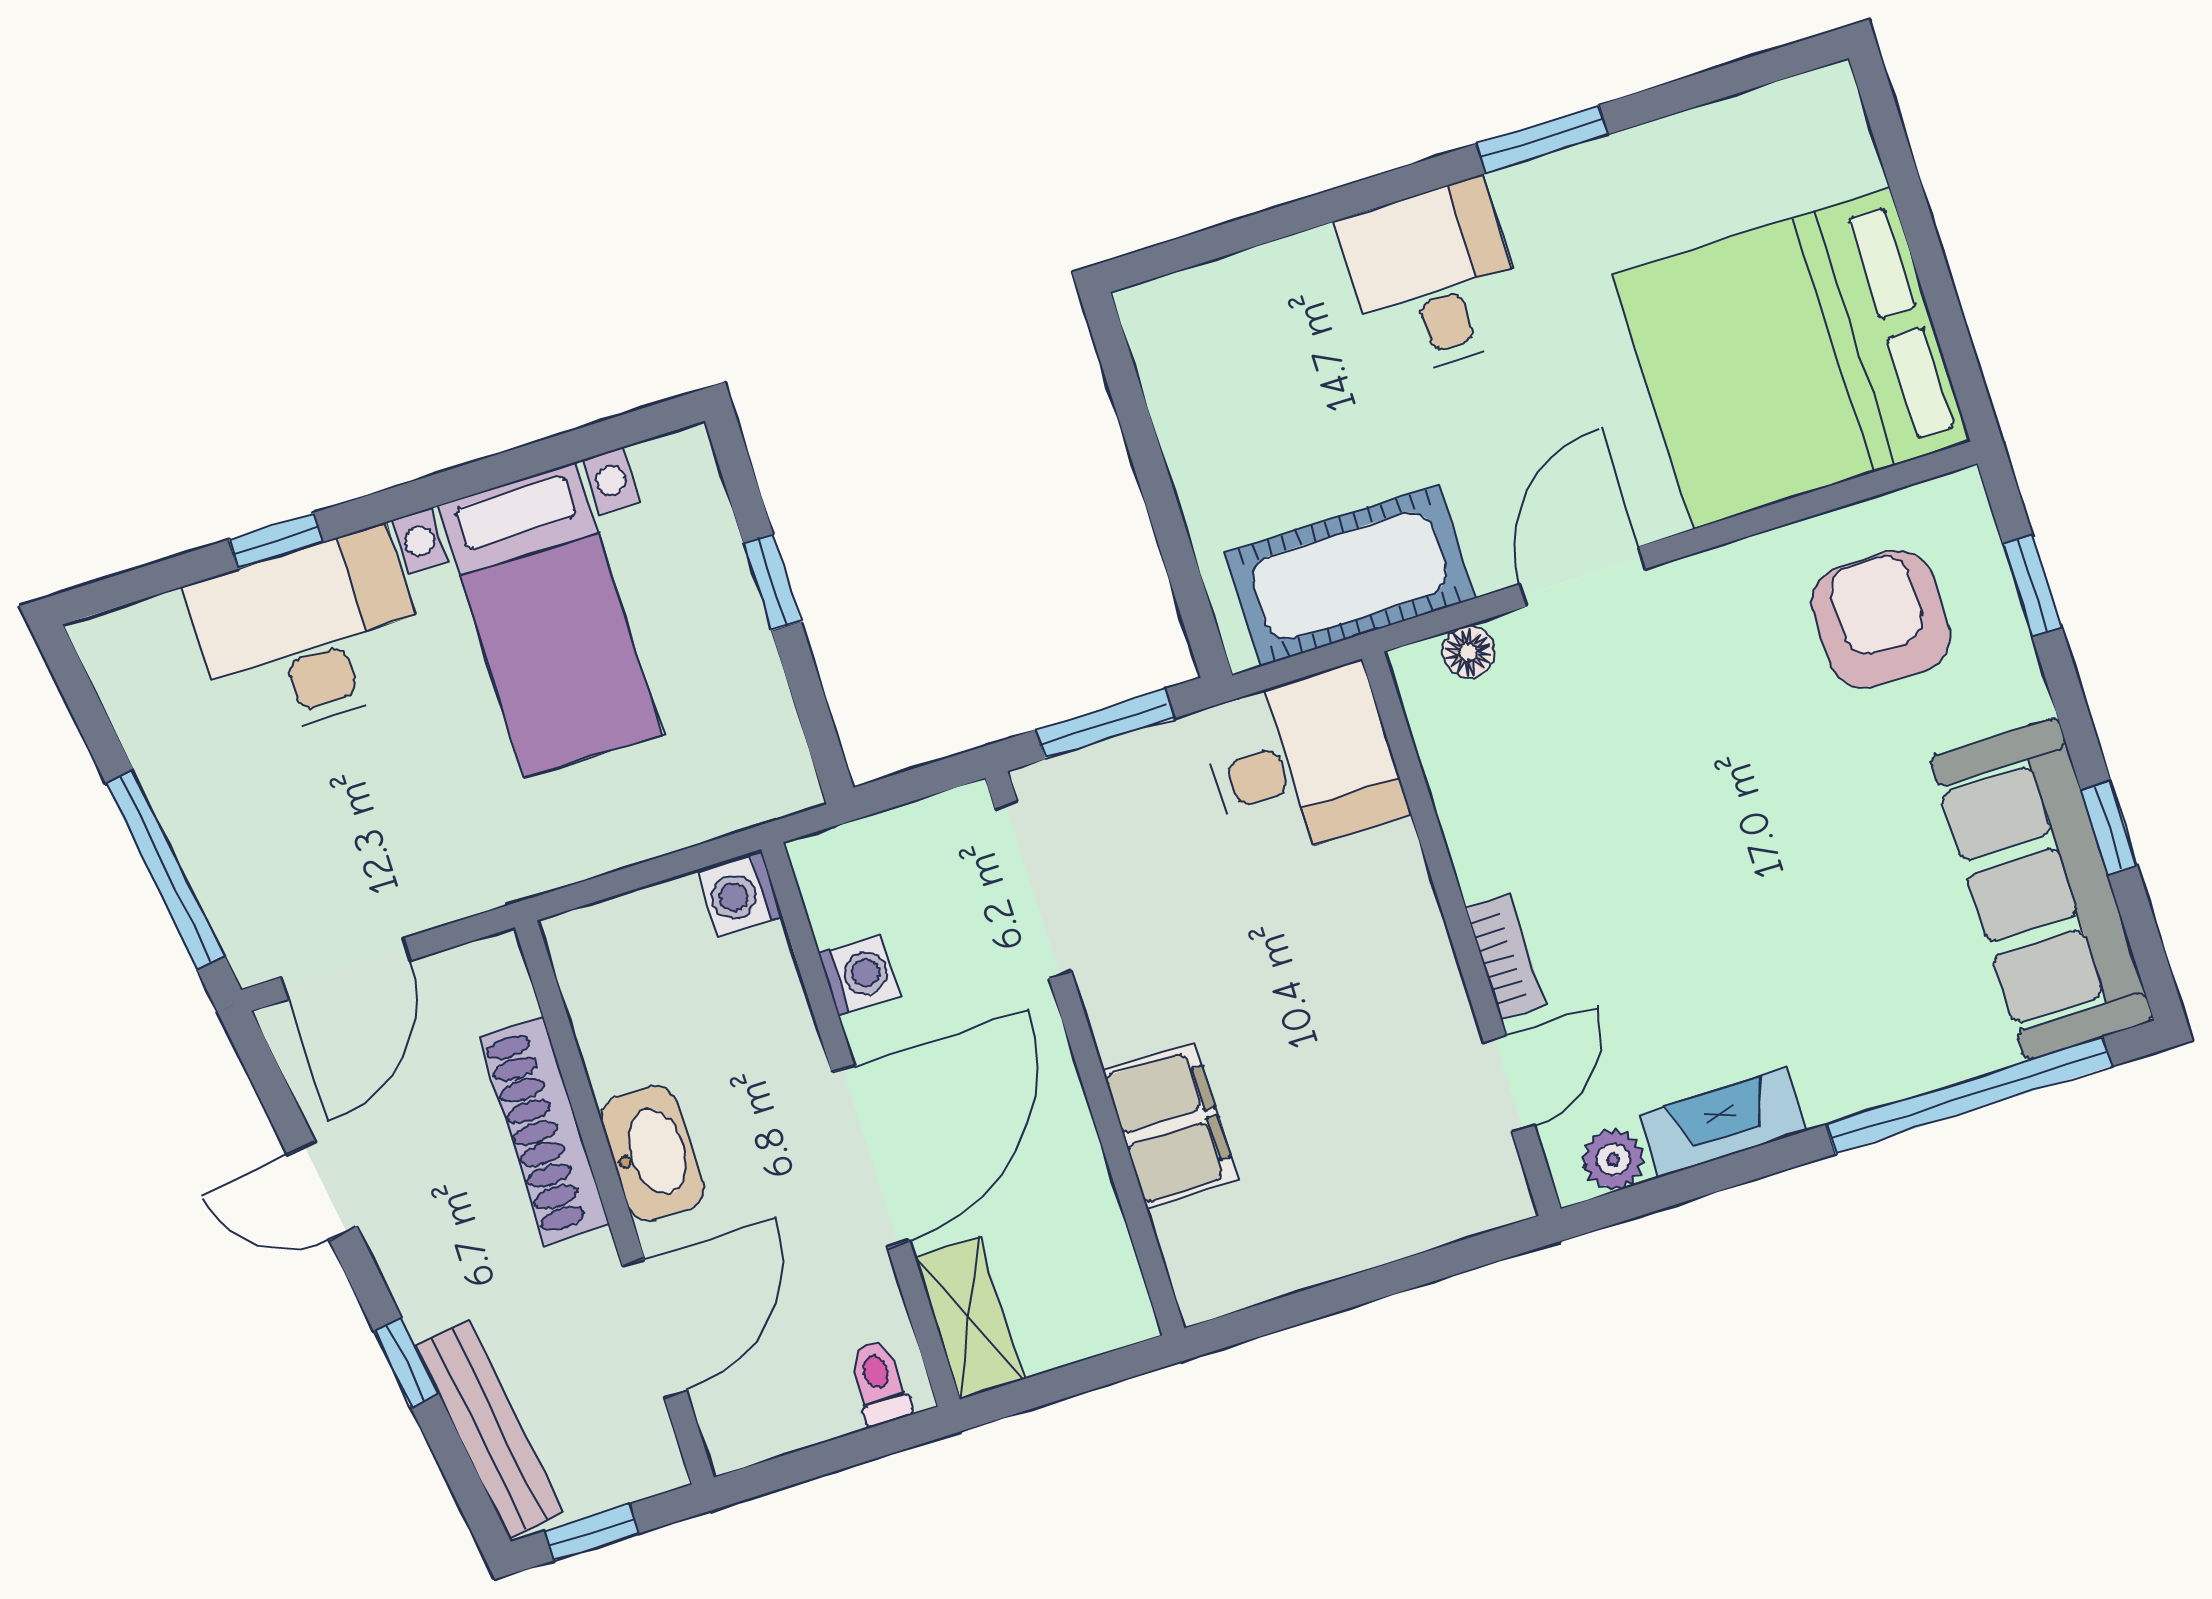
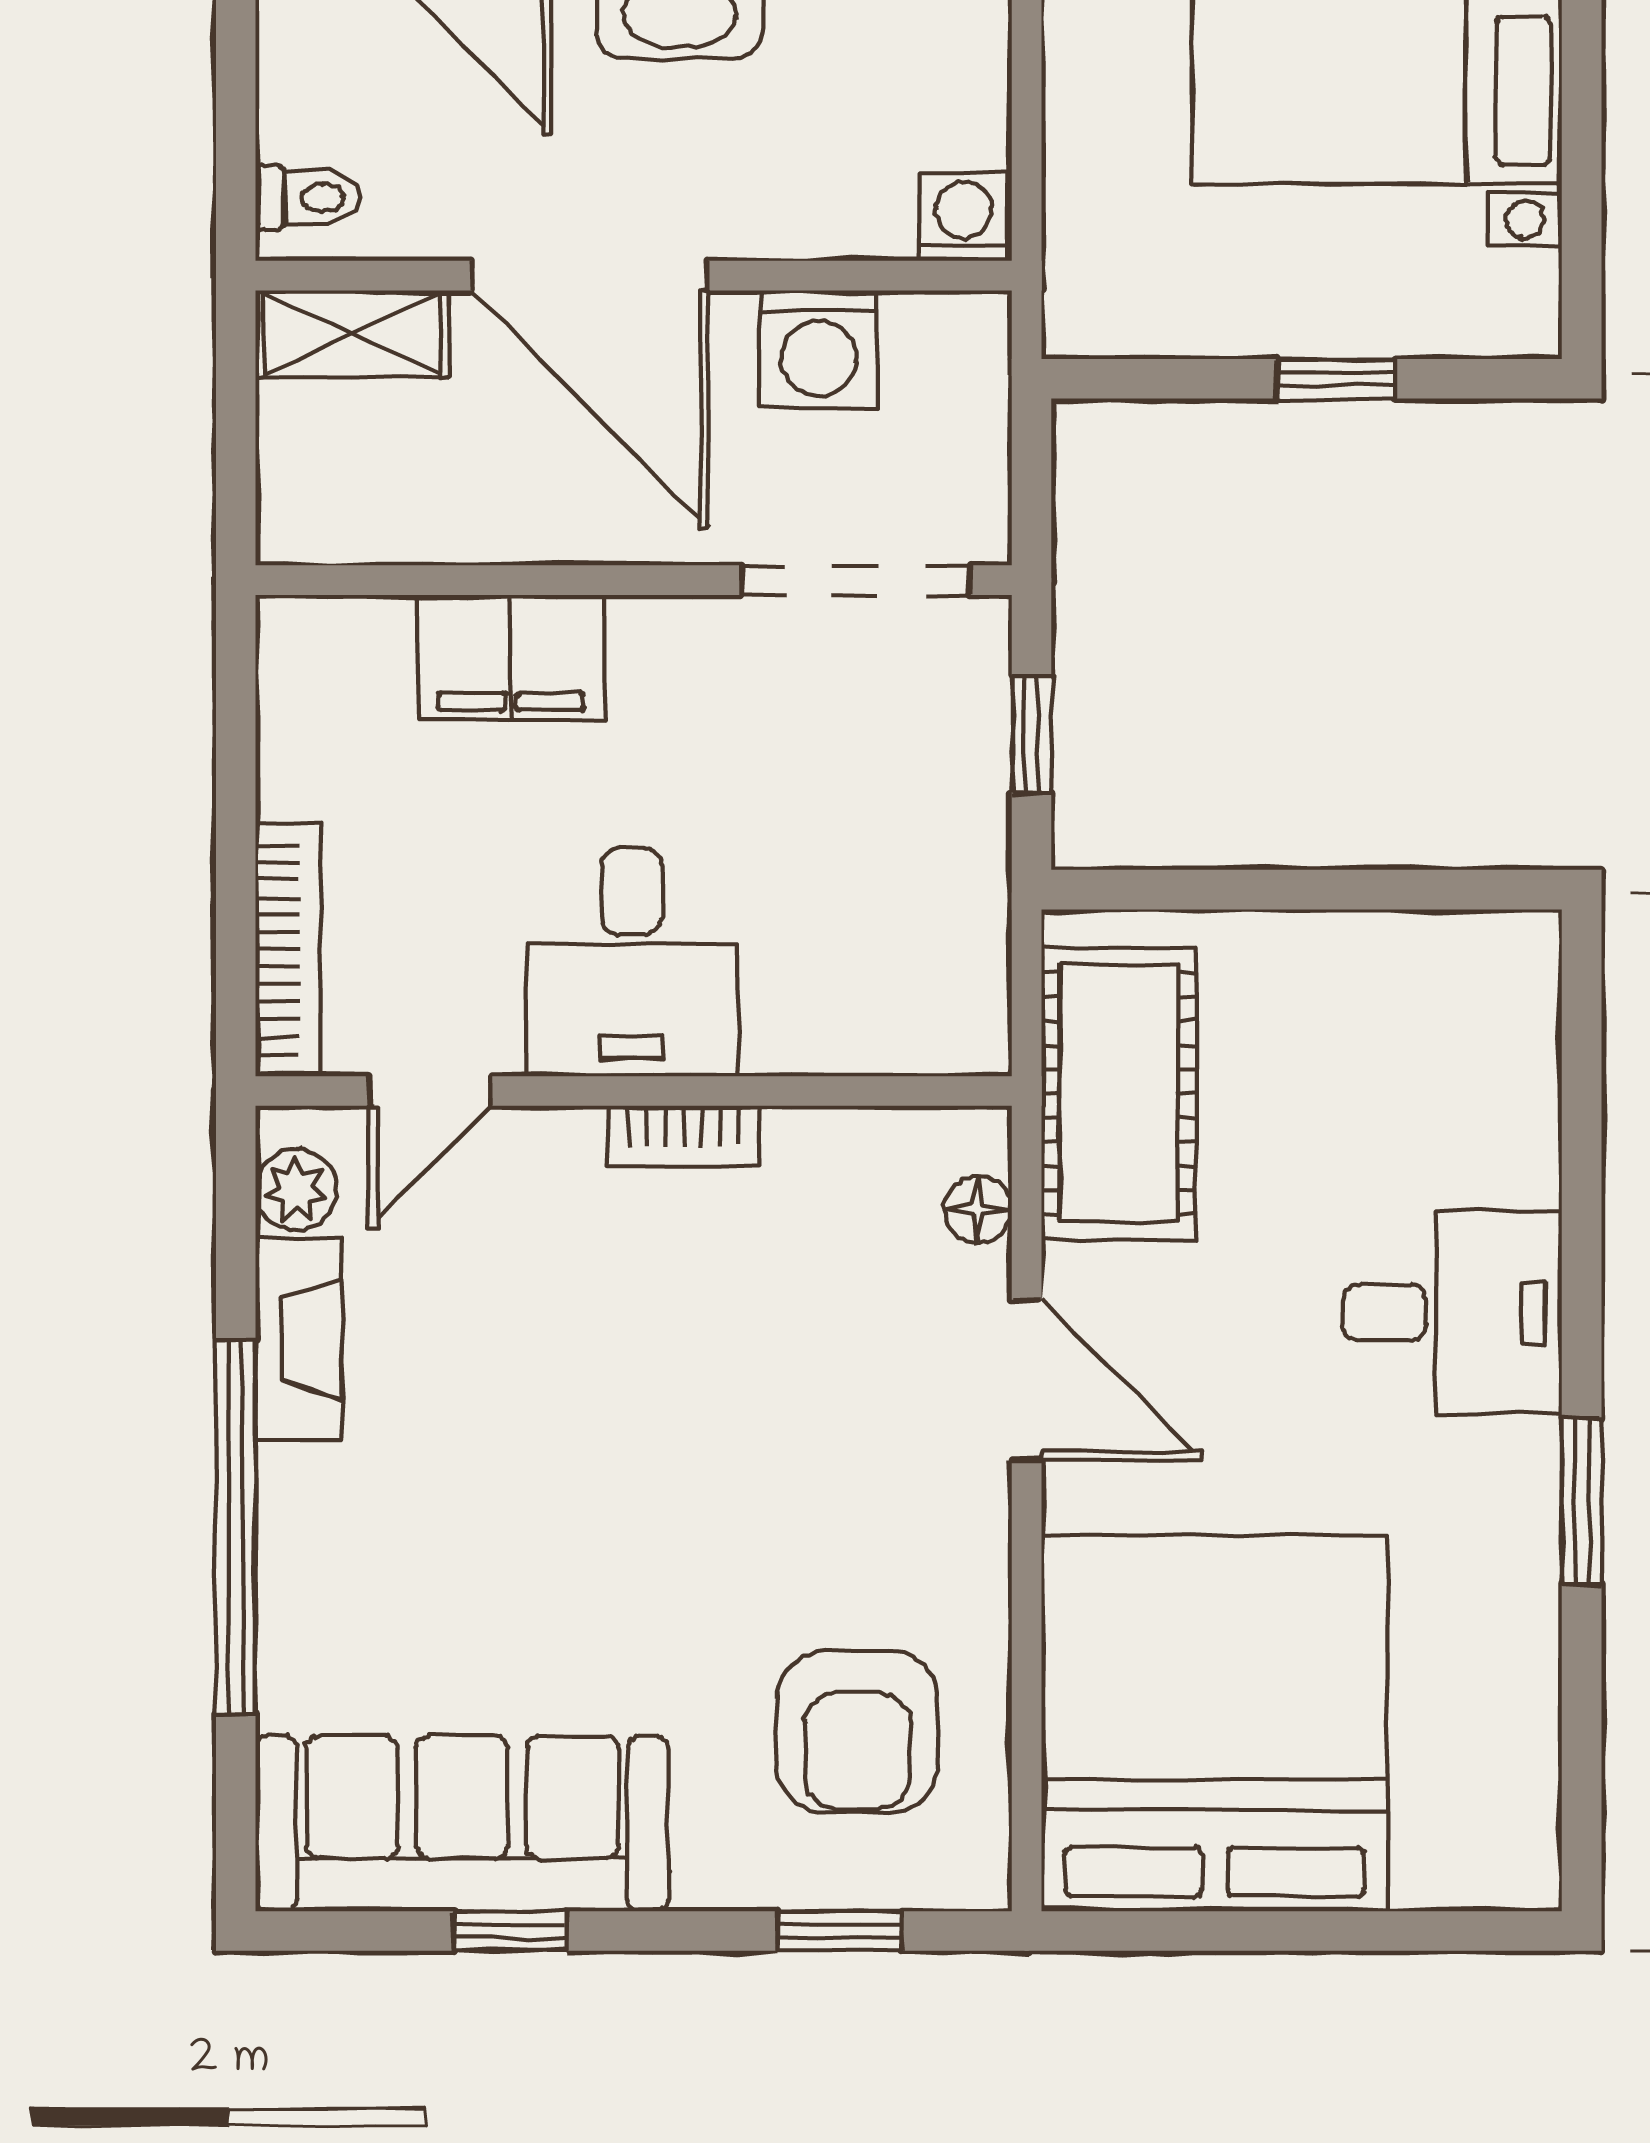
armchair: (1881, 619) -> (857, 1731), turned 90
window: (1105, 724) -> (1032, 734), width x0.67
desk: (1303, 763) -> (632, 962), moved
bookcase: (1505, 957) -> (684, 1136), moved
washing machine: (859, 975) -> (818, 349), width x1.38, depth x1.38
door: (1509, 1084) -> (430, 1091), hinge flipped
window: (1969, 1095) -> (236, 1527), moved
bookcase: (1438, 1222) -> (288, 950), added

